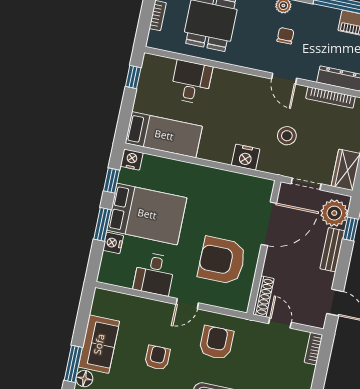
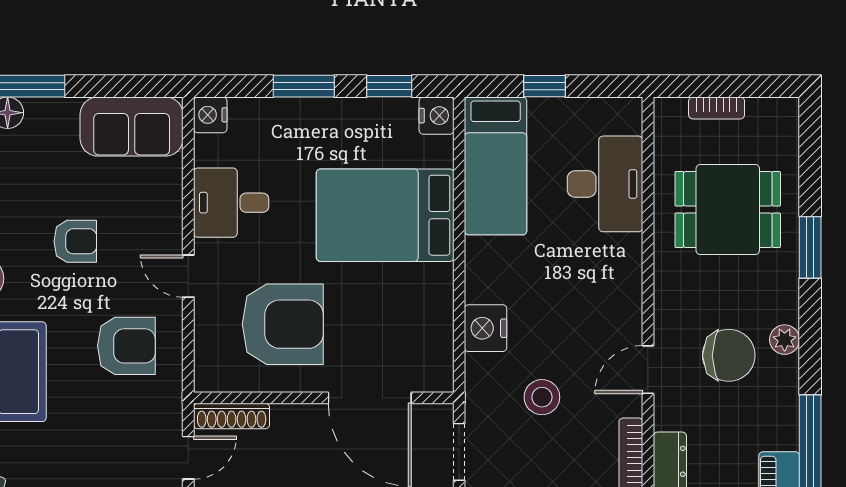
chair: (285, 36) -> (729, 355), width x1.87, depth x1.87
window: (133, 77) -> (545, 86), moved
desk: (191, 82) -> (605, 184), width x1.37
bed: (147, 214) -> (385, 215), moved, turned 90
nightstand: (113, 243) -> (210, 115), moved, turned -90
armchair: (222, 260) -> (283, 324), turned 90
sofa: (99, 344) -> (132, 127), moved

